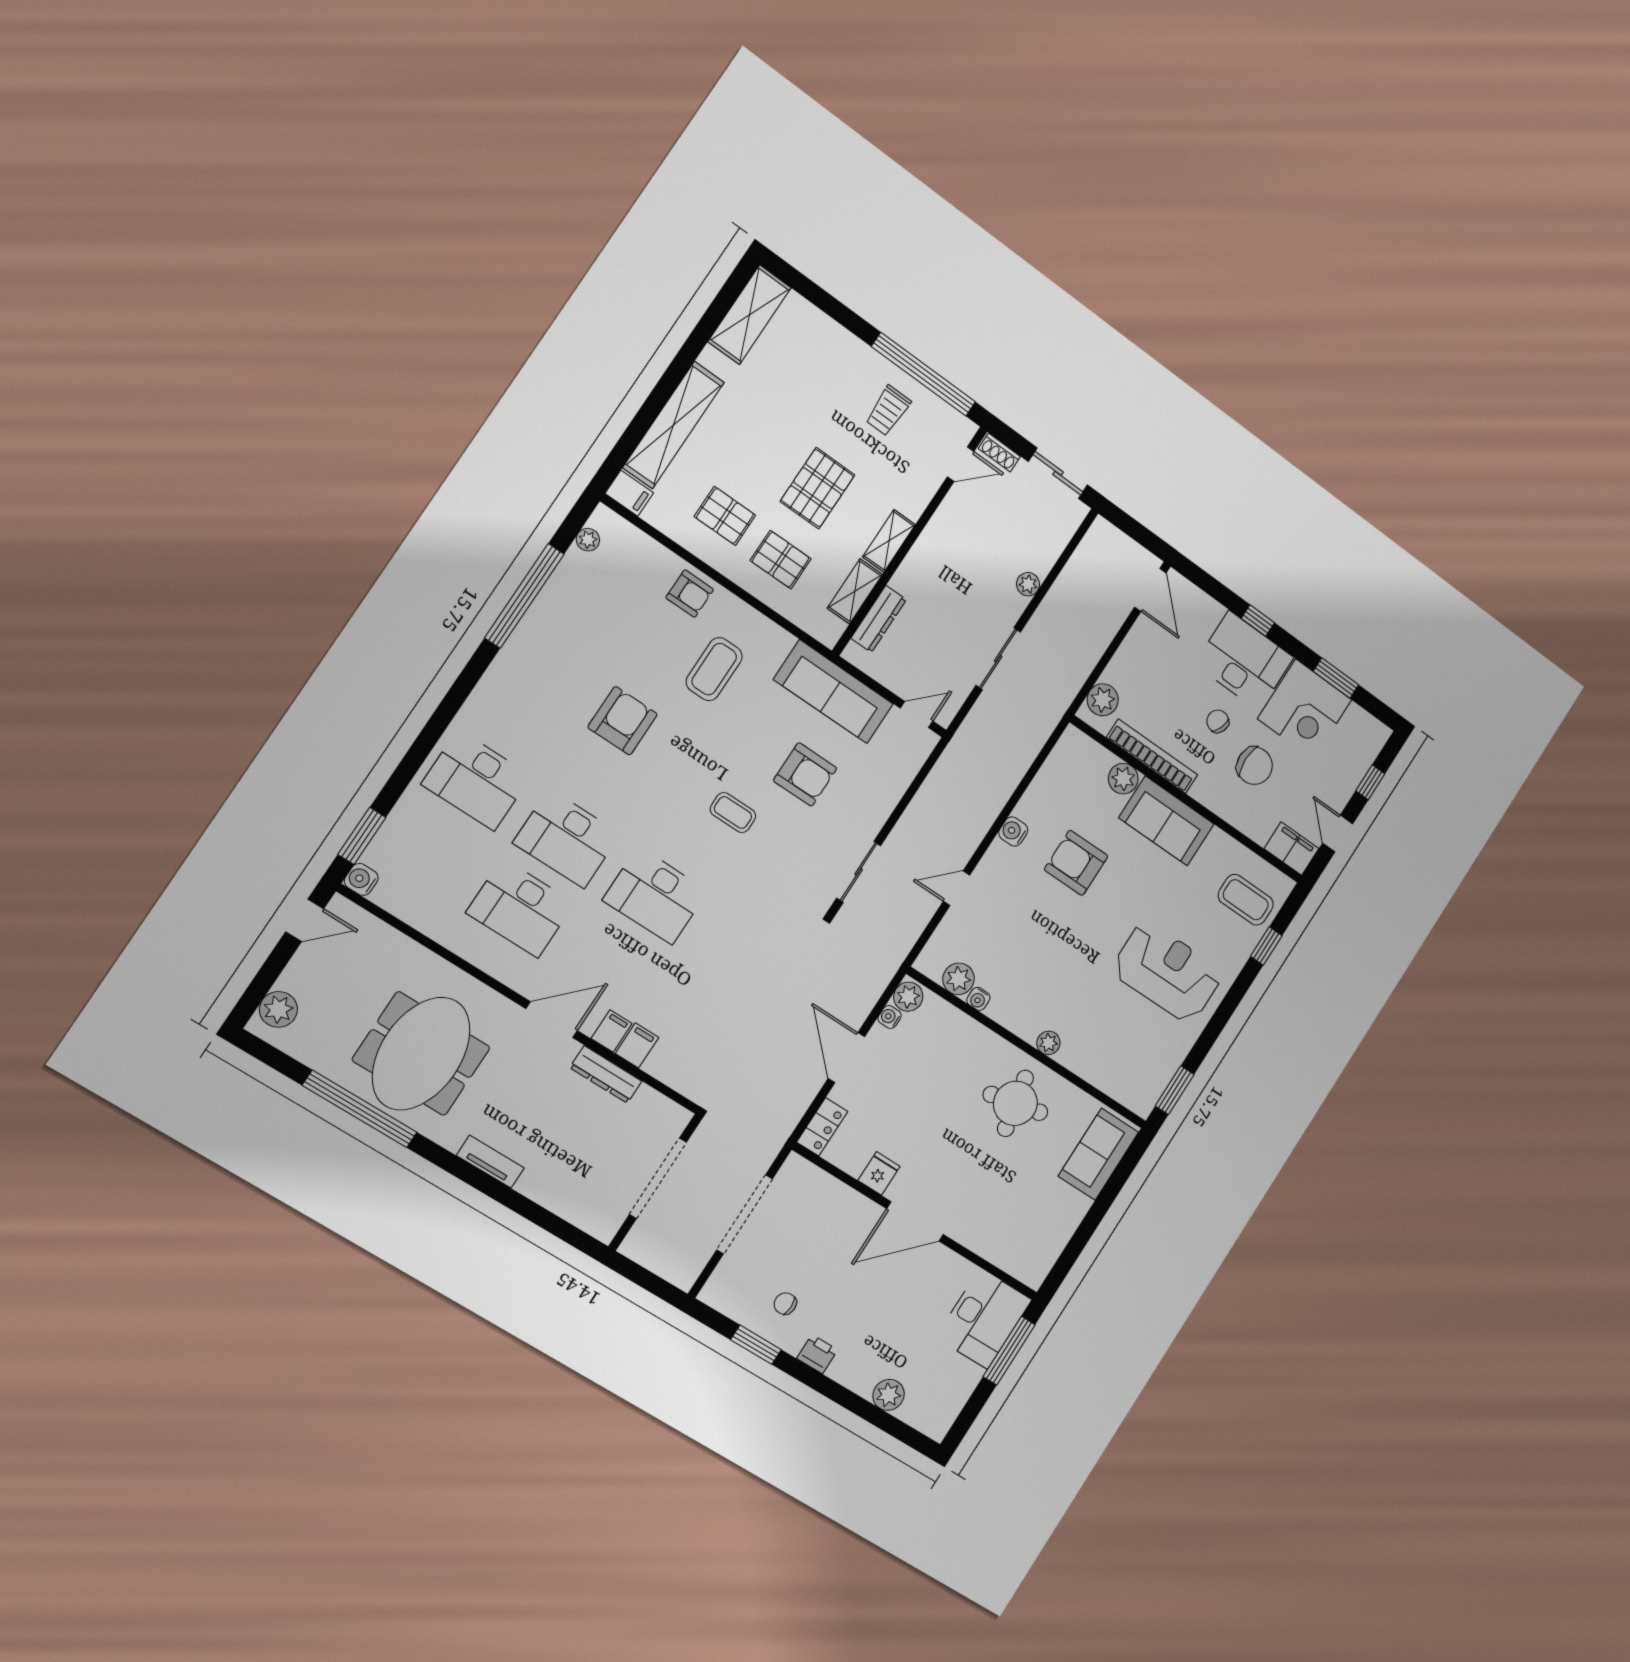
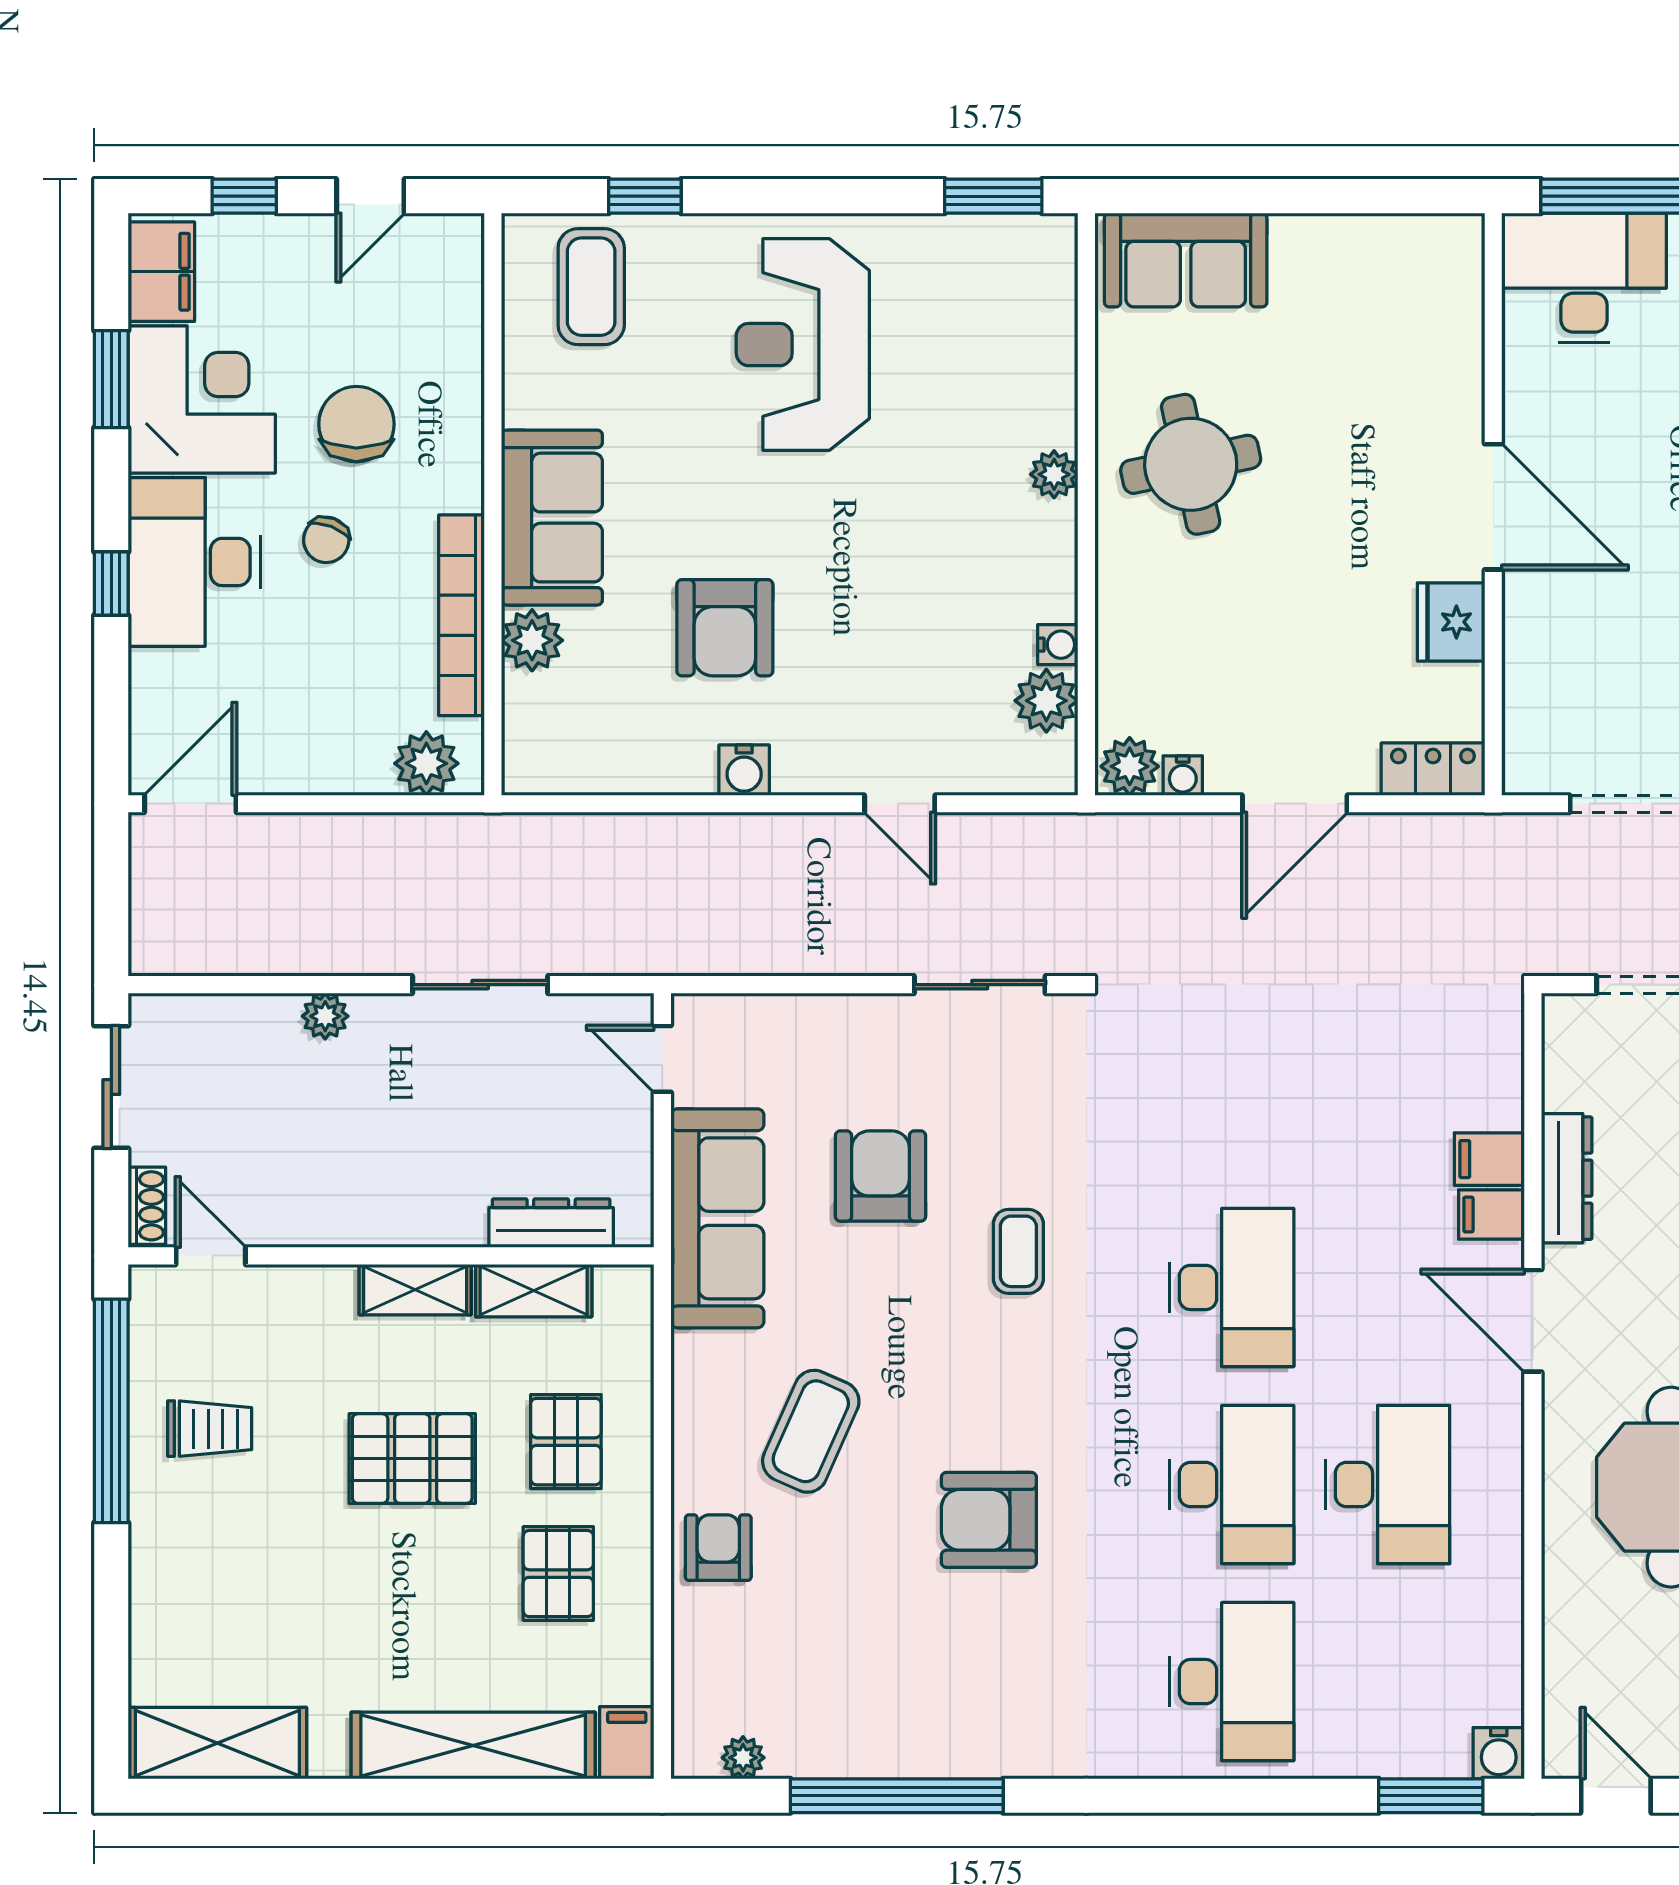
coffee table: (714, 669) -> (811, 1431), turned -66
filing cabinet: (1291, 849) -> (161, 272), moved, turned 180
fridge: (879, 1173) -> (1451, 622), width x1.38

